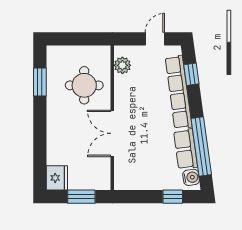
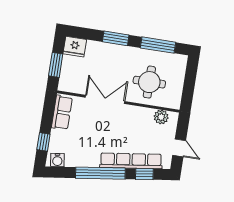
window: (40, 82) -> (158, 45), width x1.44
window: (40, 132) -> (116, 38), added
window: (201, 147) -> (100, 173), moved
row of seats: (186, 149) -> (62, 112), moved, turned 98

